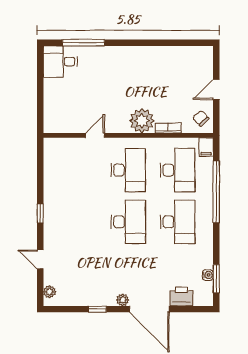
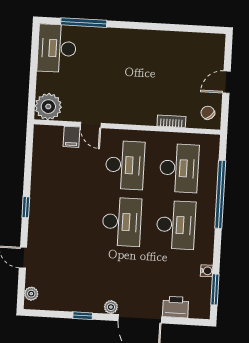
desk: (60, 62) -> (57, 48), width x1.37
plant: (142, 121) -> (48, 107), moved
door: (95, 135) -> (91, 125), swing flipped
filing cabinet: (206, 147) -> (71, 137), moved
water cooler: (208, 275) -> (207, 271), moved

